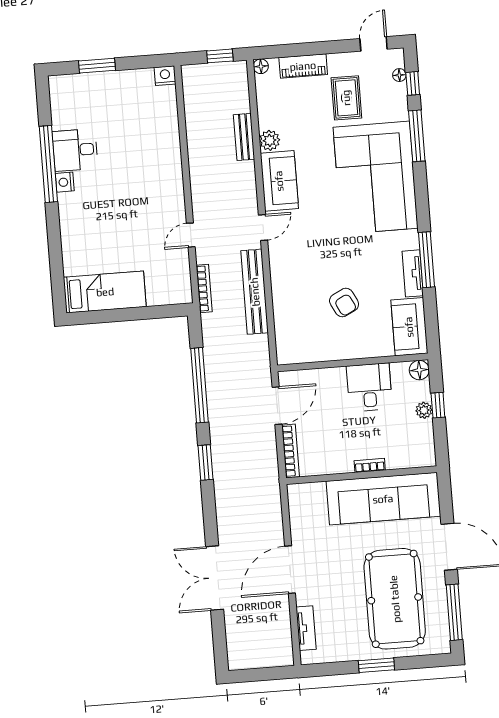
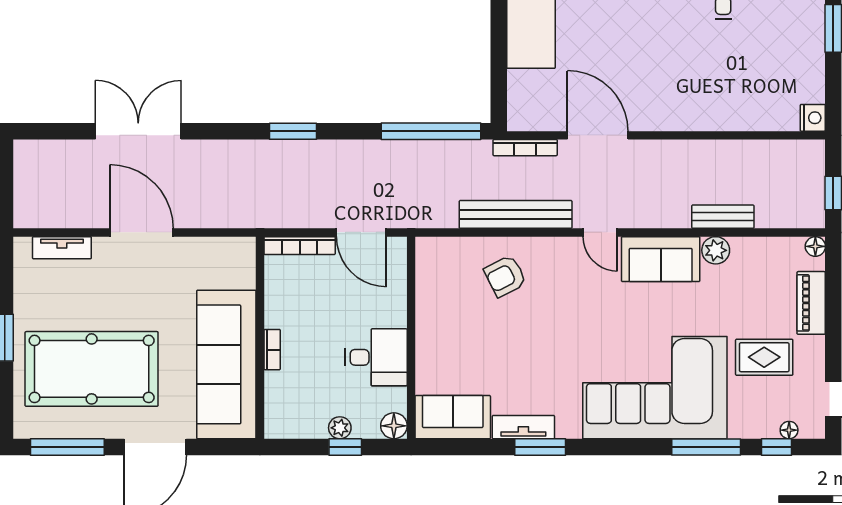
door: (191, 235) -> (598, 135), width x1.88
window: (427, 260) -> (540, 447), width x0.69
armchair: (344, 303) -> (505, 276), moved
window: (200, 385) -> (431, 131), moved

